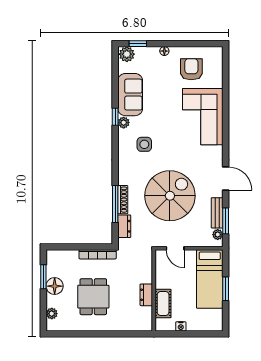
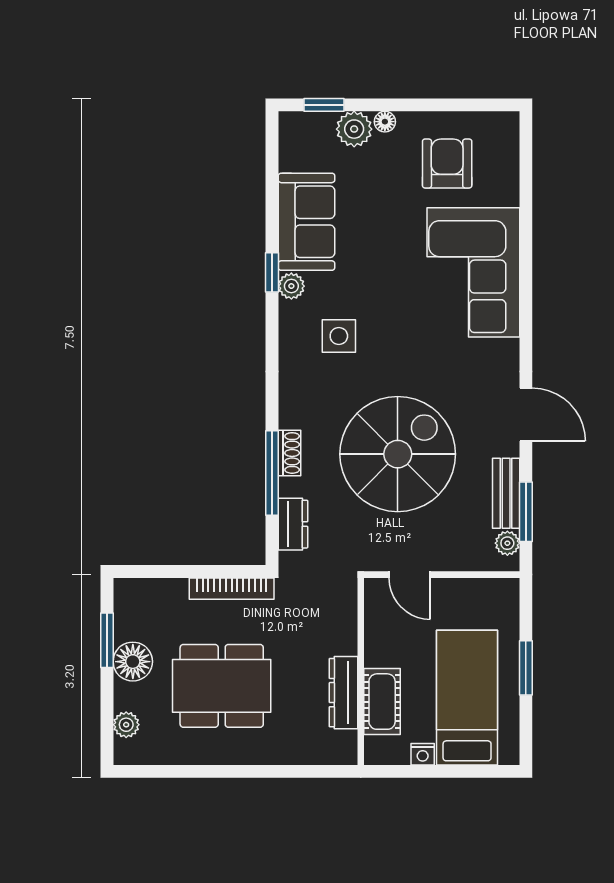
plant: (127, 54) -> (354, 129), moved
shoe rack: (123, 200) -> (289, 453), width x0.70
bed: (210, 279) -> (467, 698), moved, turned 180
dresser: (146, 295) -> (343, 693), width x1.44
dining table: (93, 297) -> (222, 686), width x1.38

